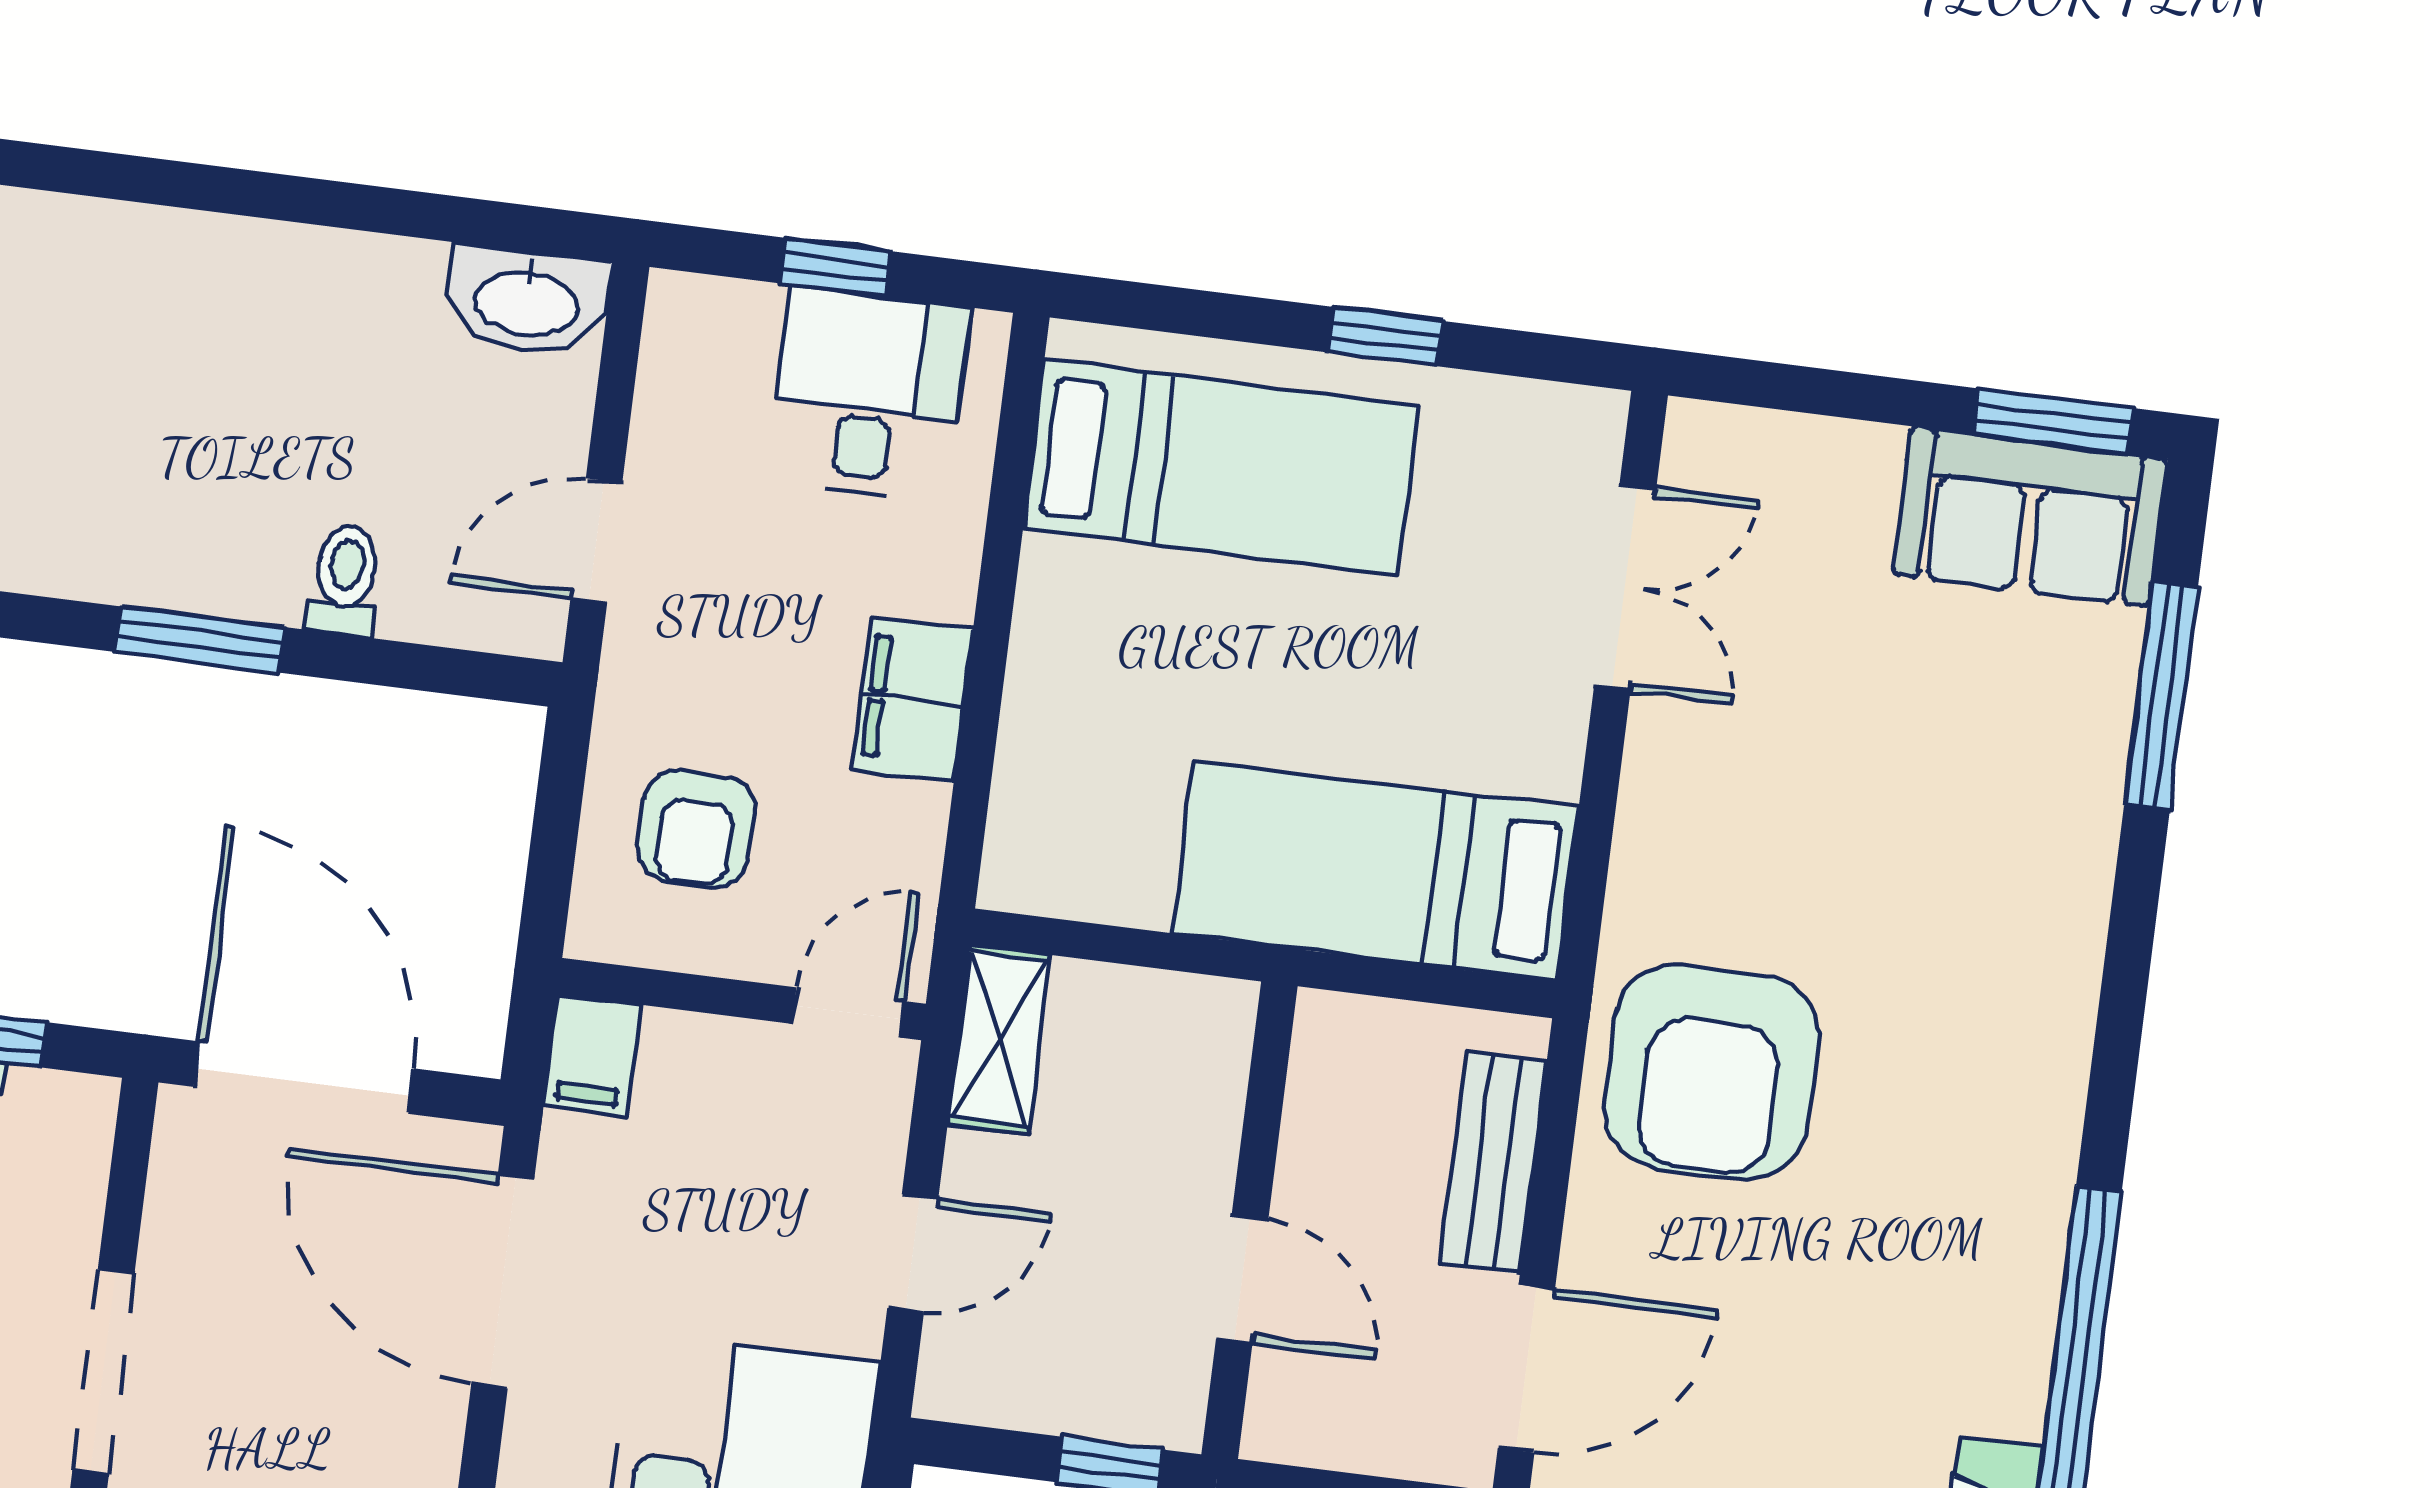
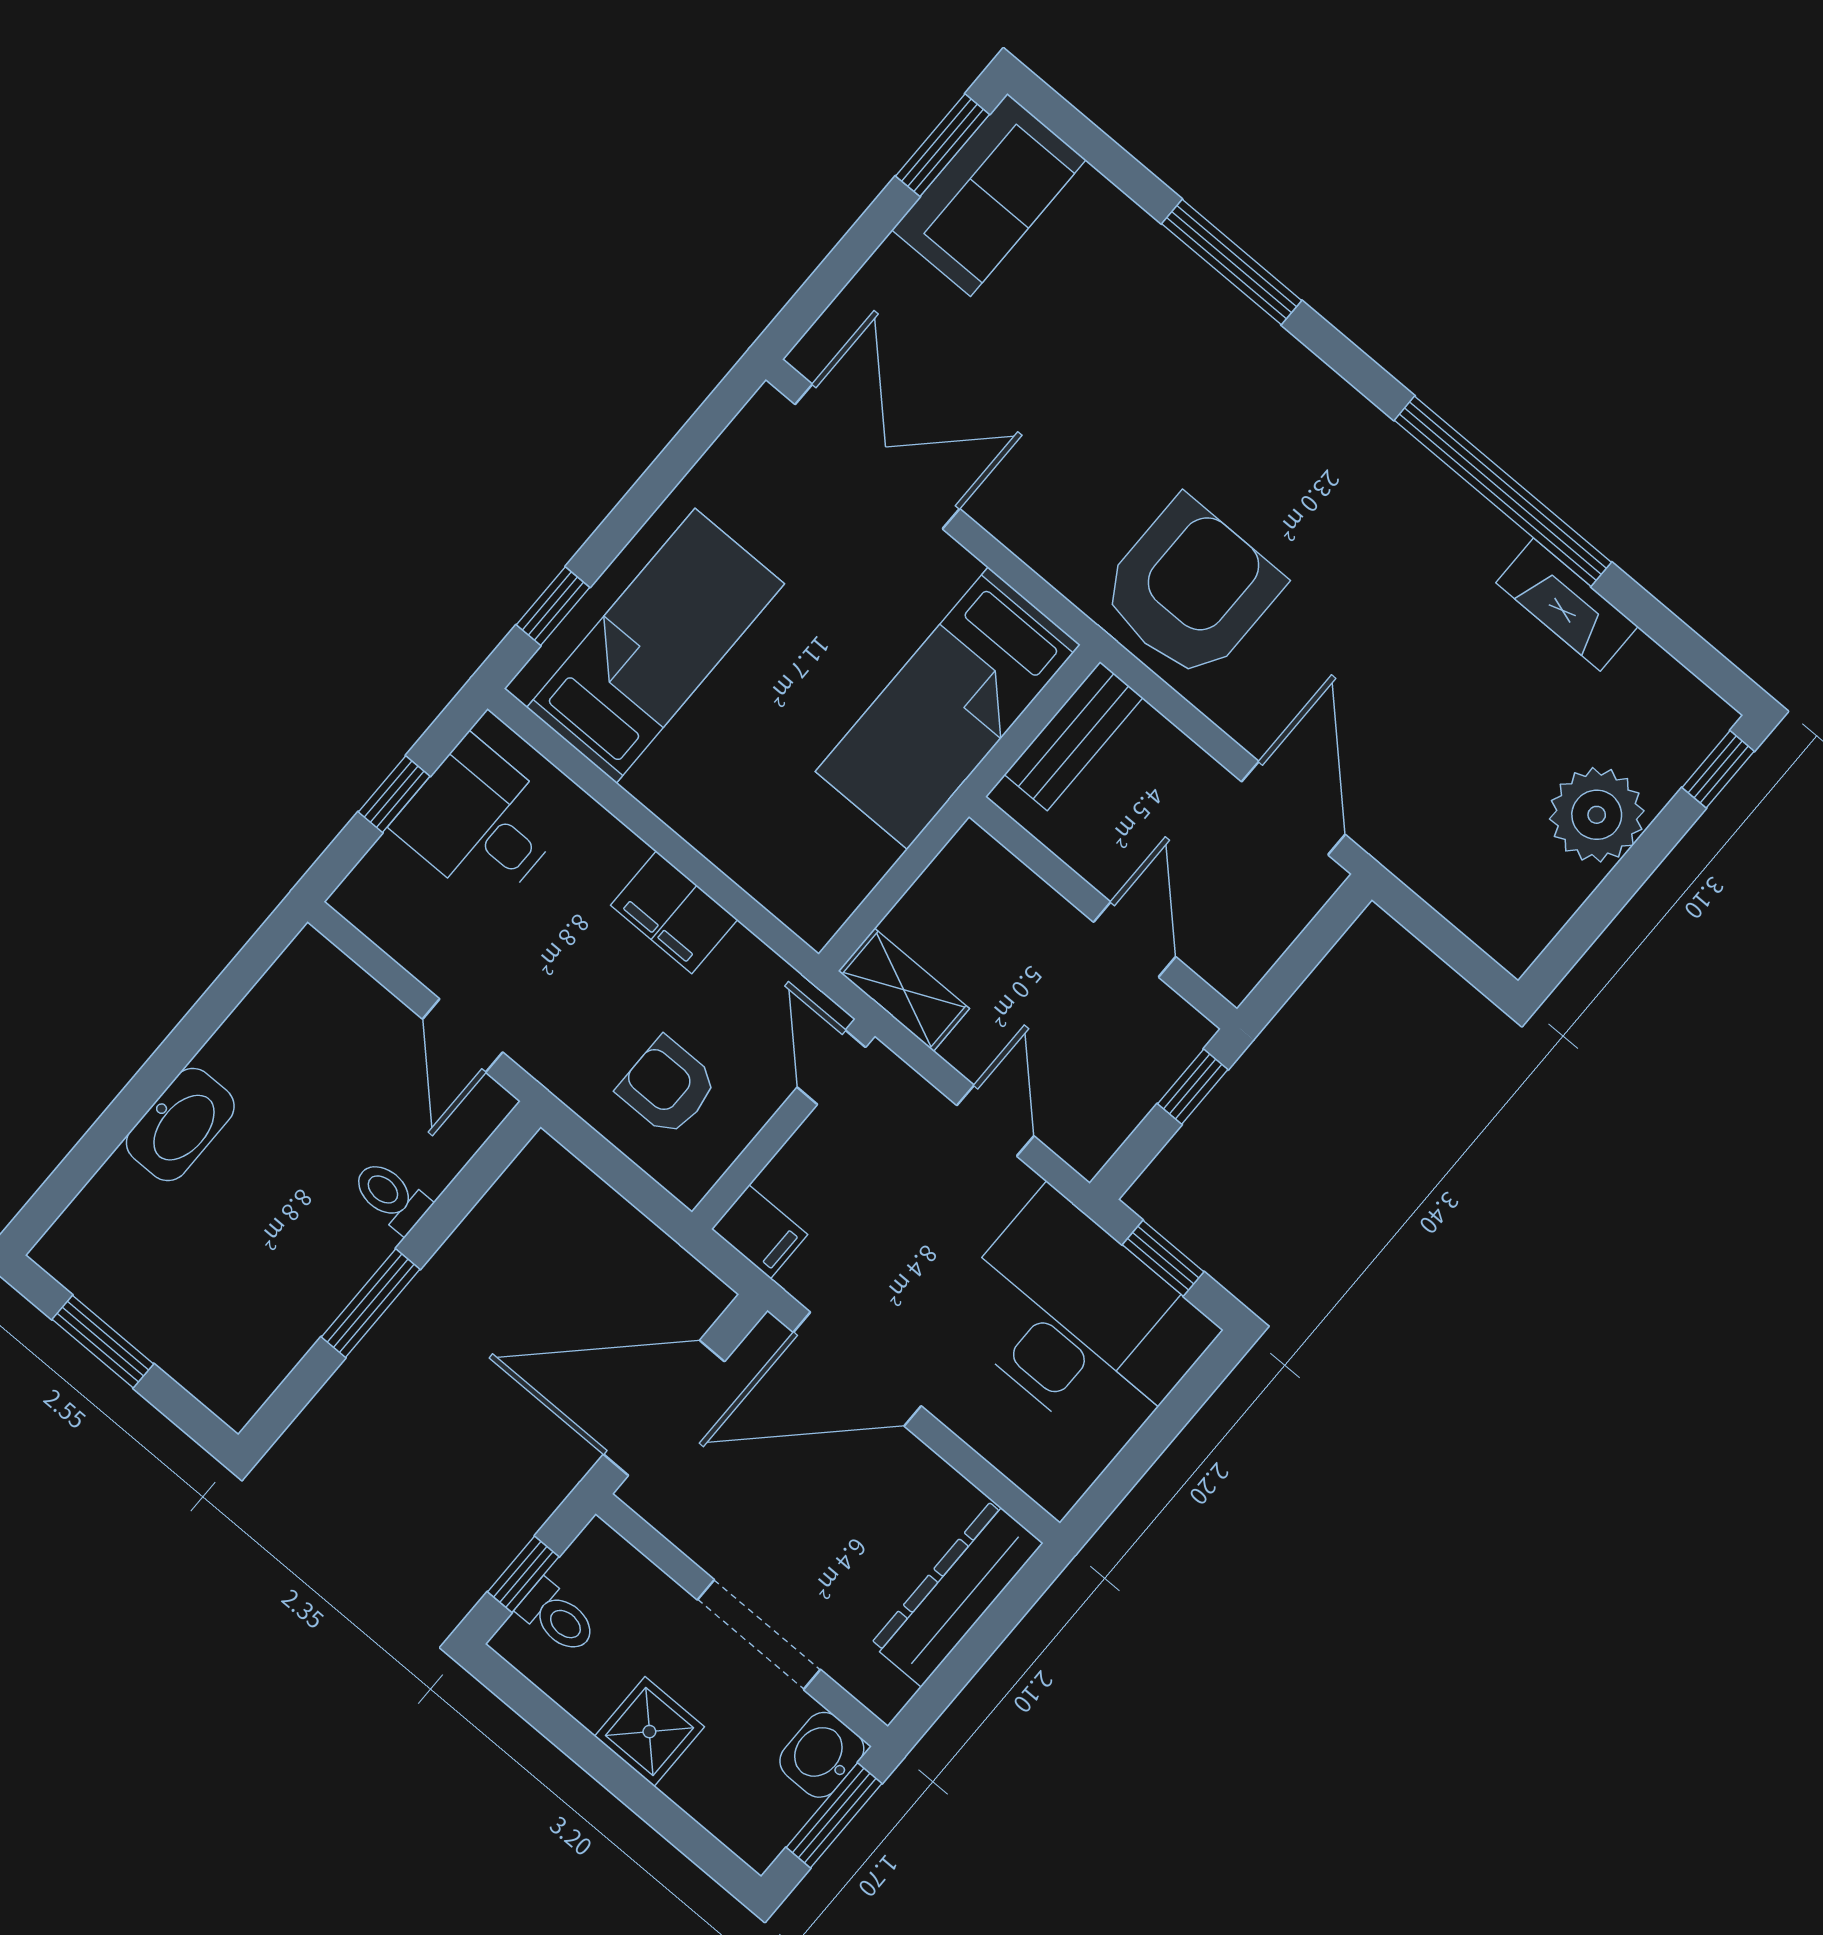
washbasin: (527, 301) -> (180, 1124), moved
window: (1385, 337) -> (553, 606), moved
double door: (1625, 587) -> (877, 456), width x1.37
window: (2161, 696) -> (1232, 262), moved
armchair: (696, 829) -> (668, 1086), turned 180
armchair: (1711, 1072) -> (1191, 589), turned -90
bench: (1493, 1163) -> (1074, 736), moved, turned 90
door: (1242, 1279) -> (1135, 939), hinge flipped

